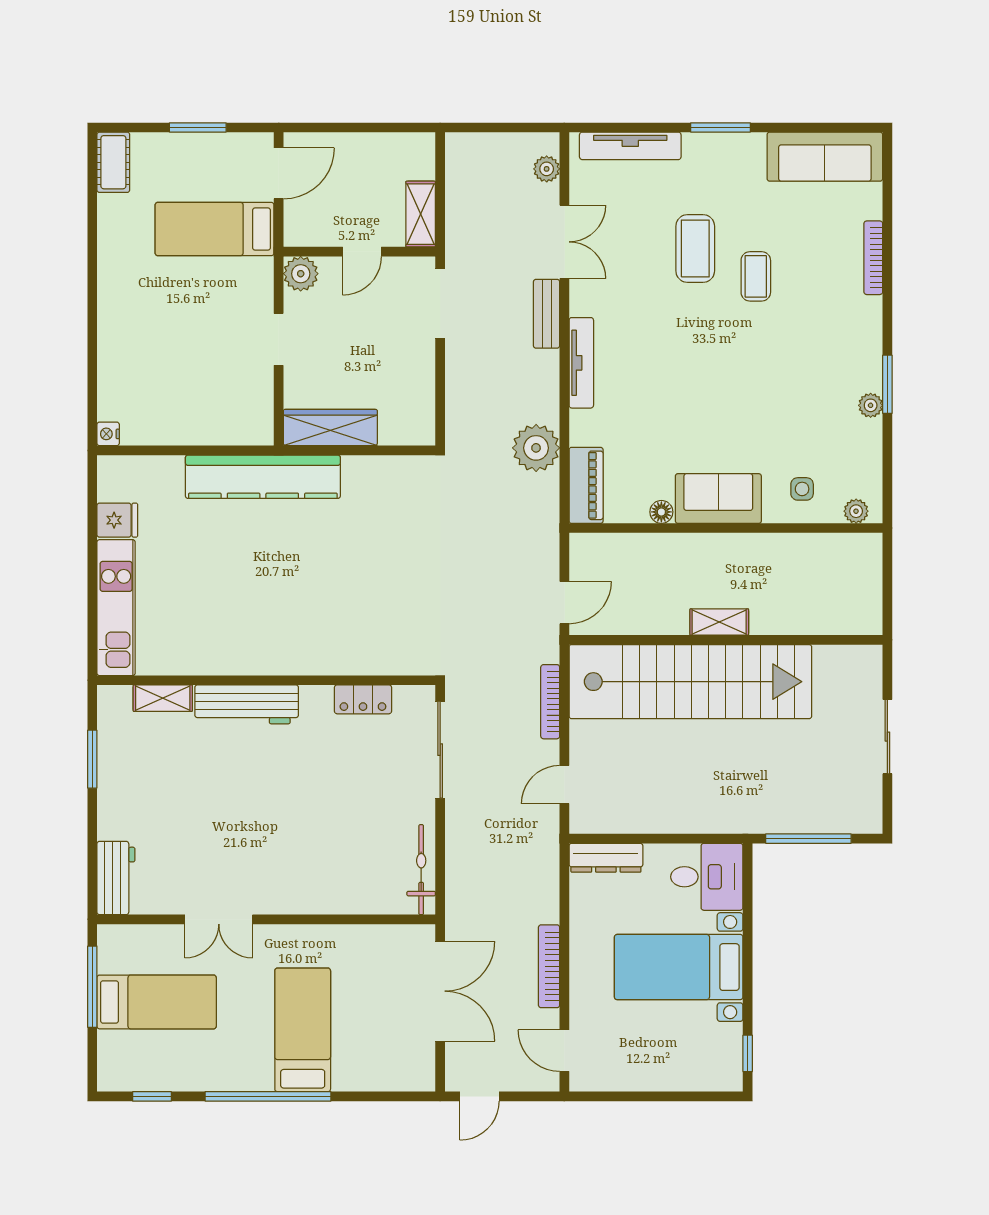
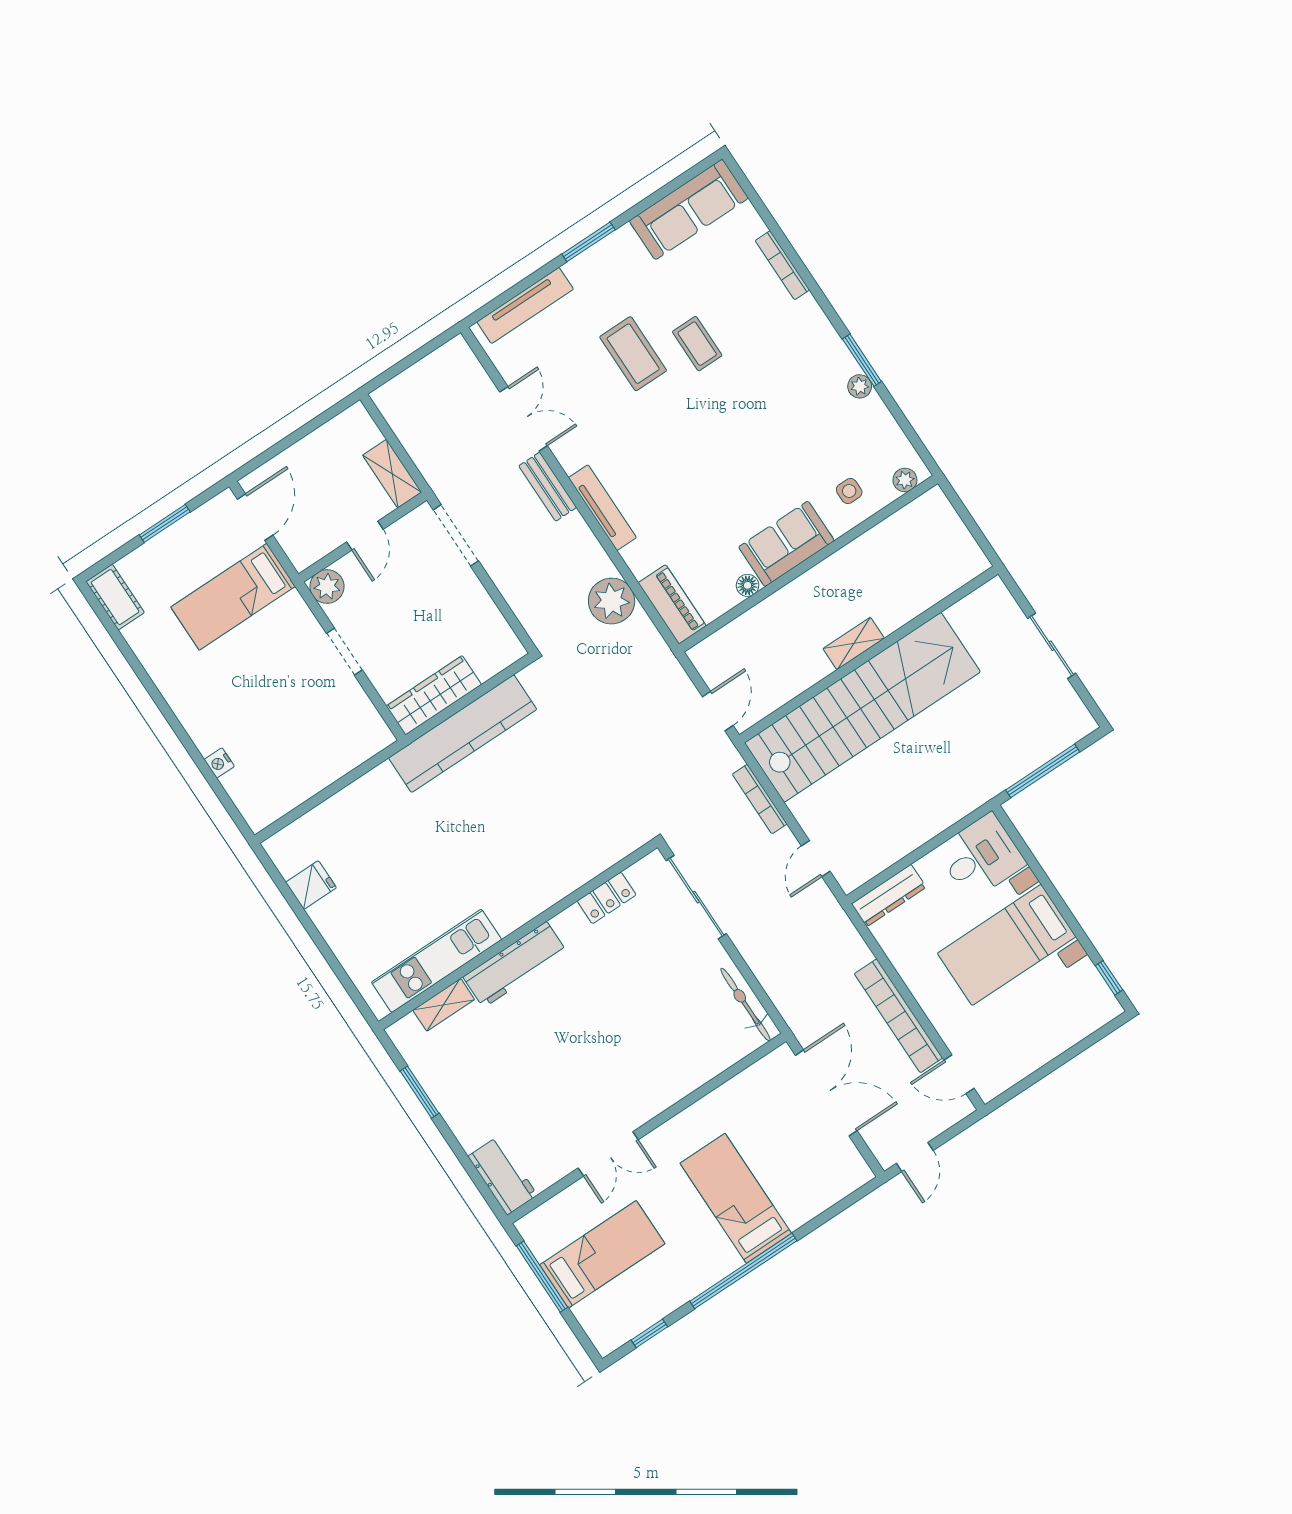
plant: (547, 169) -> (470, 369), removed
nightstand: (108, 434) -> (219, 763), moved
kitchen counter: (263, 477) -> (463, 734), moved
kitchen unit: (116, 608) -> (437, 961), moved, turned -90
bookcase: (549, 966) -> (898, 1016), width x1.48, depth x1.31

